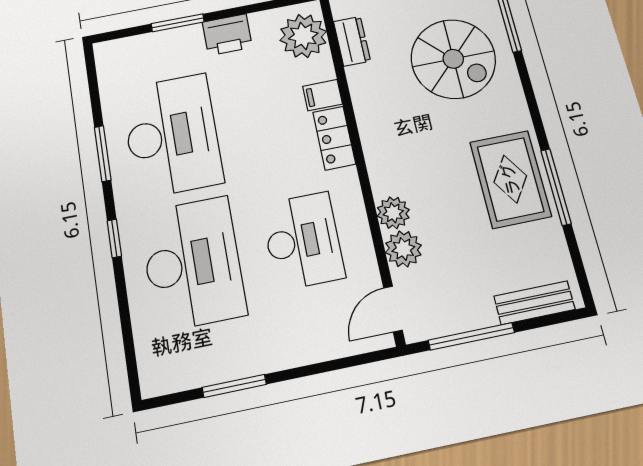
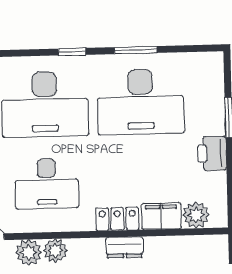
plant: (303, 36) -> (196, 215), width x0.73, depth x0.73
dresser: (352, 41) -> (125, 247), moved
filing cabinet: (323, 95) -> (161, 216), width x2.00

